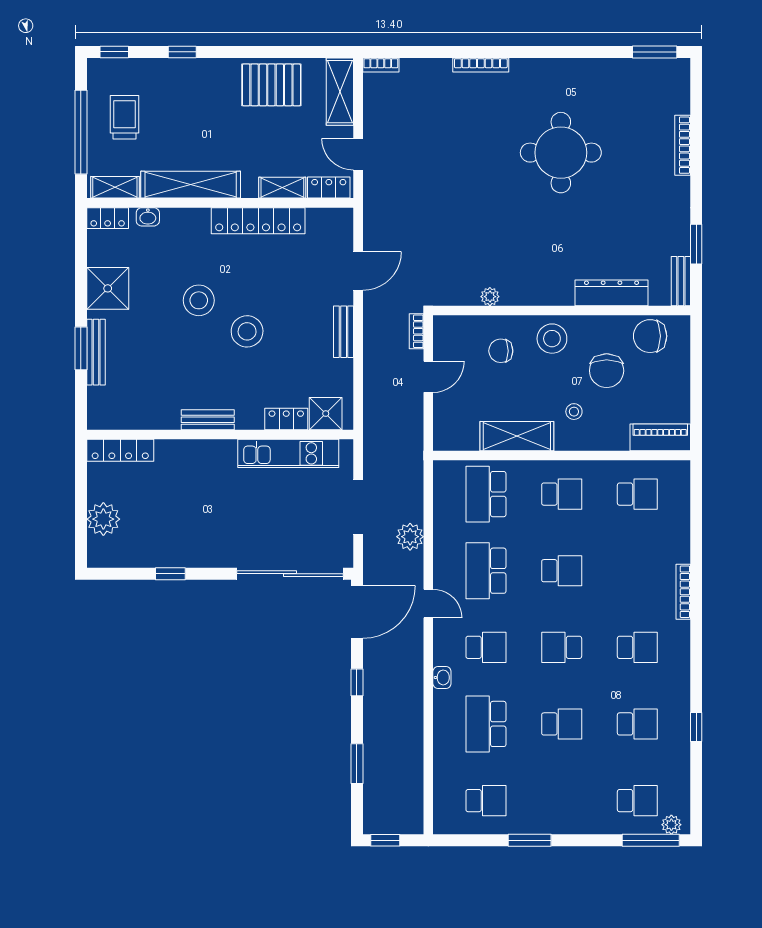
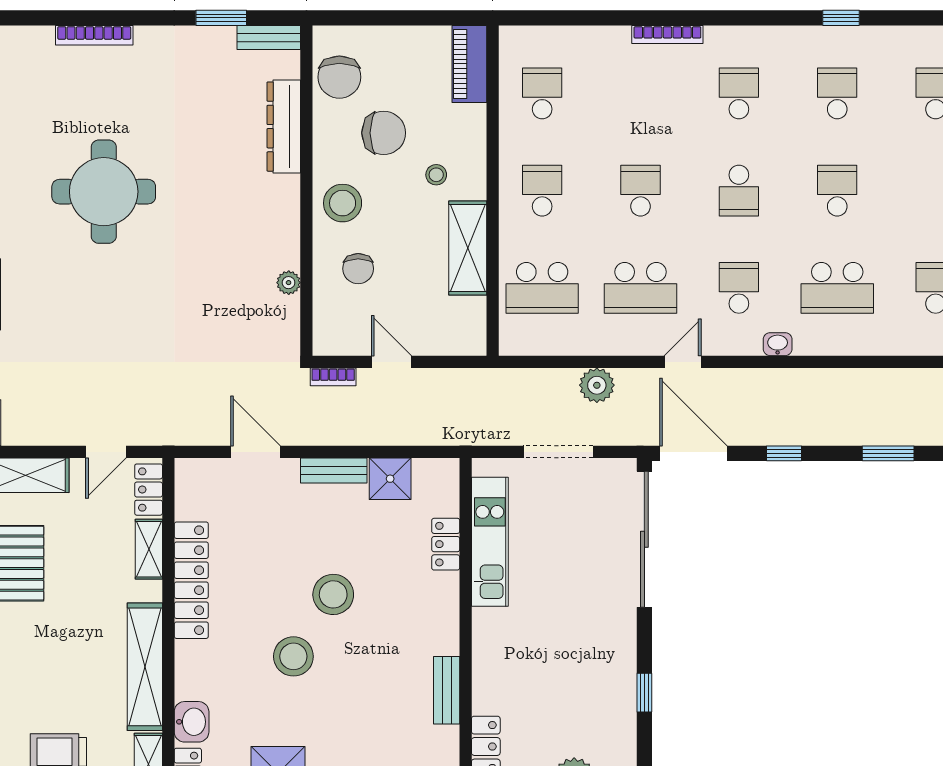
washbasin: (148, 217) -> (192, 722), width x1.38, depth x1.45
shower: (326, 414) -> (390, 479), moved
bench: (208, 420) -> (447, 690), moved

